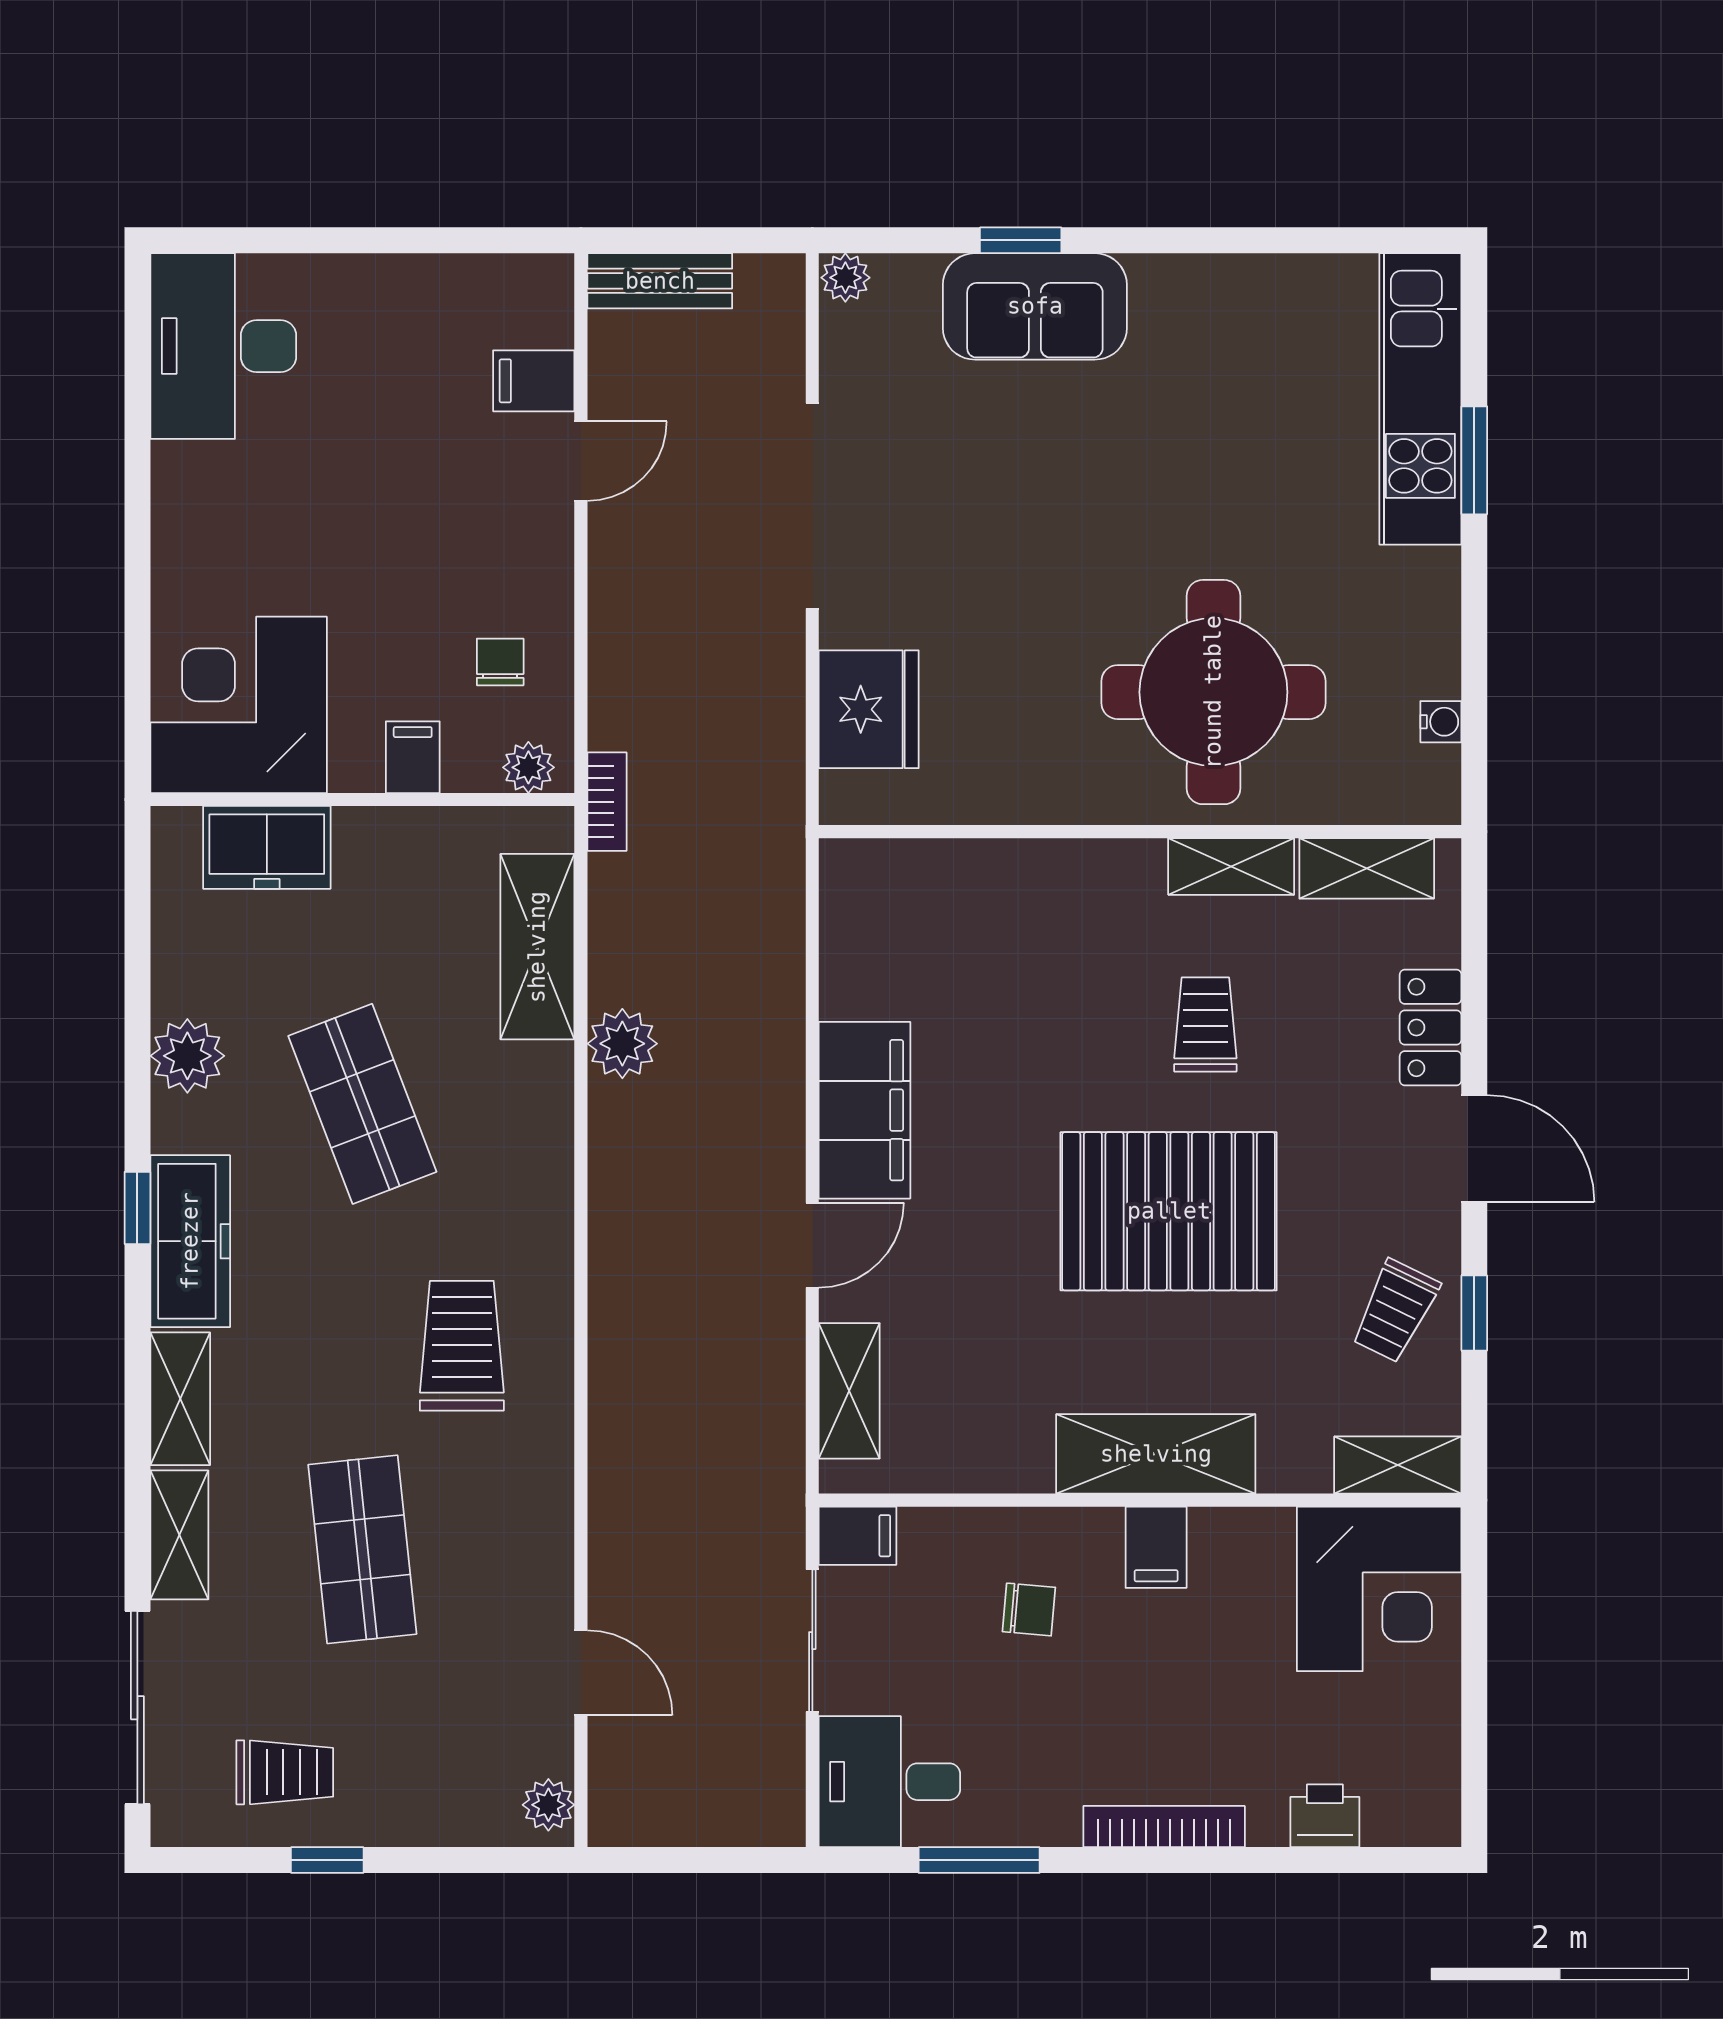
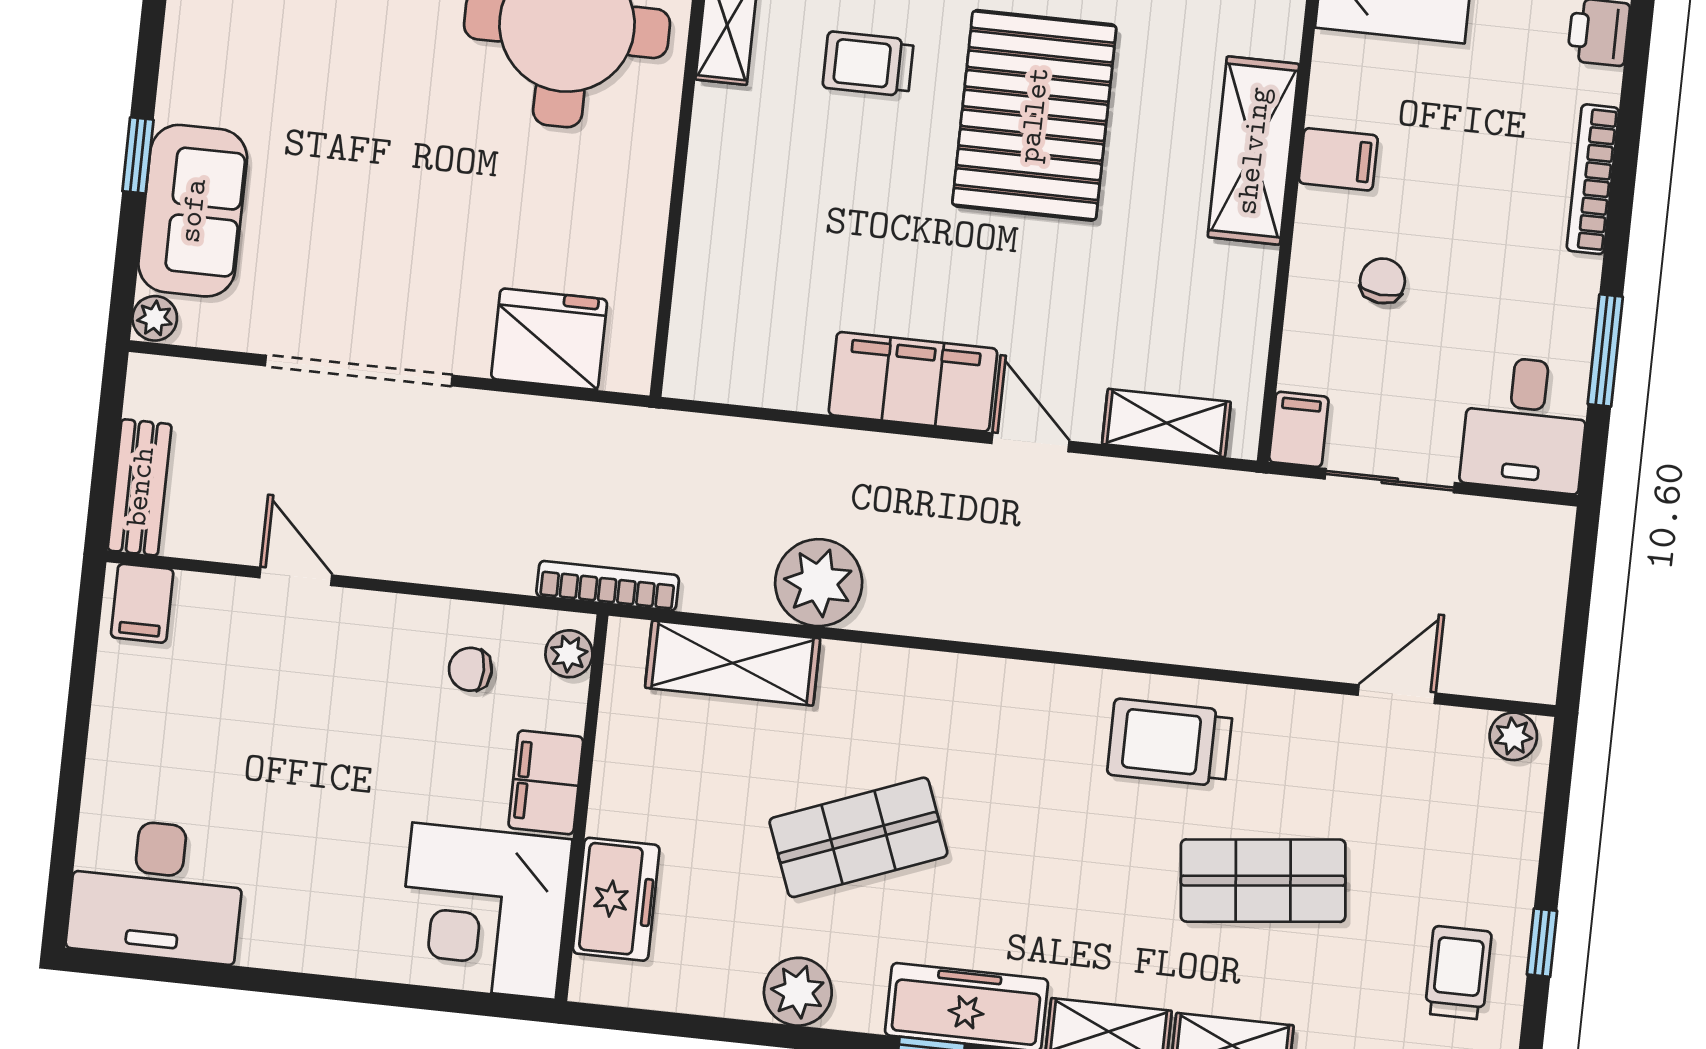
sofa: (1035, 306) -> (193, 211), moved
filing cabinet: (534, 381) -> (142, 603), moved
filing cabinet: (413, 757) -> (546, 782), width x2.00
bookcase: (607, 802) -> (608, 586), width x1.56
plant: (622, 1044) -> (819, 583), width x1.36, depth x1.36
trolley: (462, 1346) -> (1170, 743), moved

